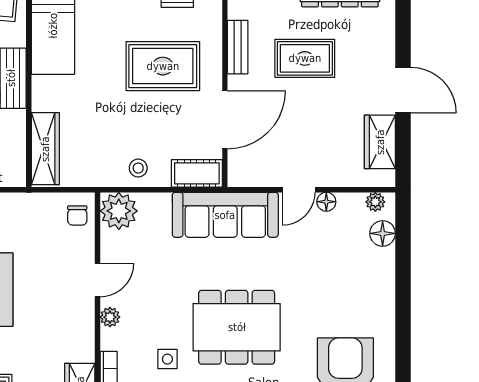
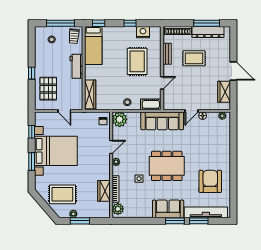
rug: (163, 66) -> (137, 61), turned 90
door: (225, 120) -> (162, 83), width x0.53
floor lamp: (383, 233) -> (225, 128), removed

